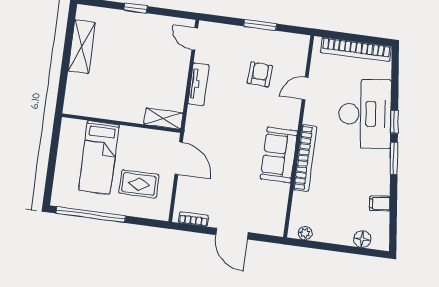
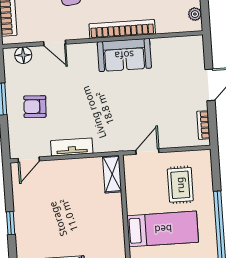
floor lamp: (299, 55) -> (23, 55), added
armchair: (260, 74) -> (35, 107), moved
door: (179, 158) -> (147, 151), width x0.73

